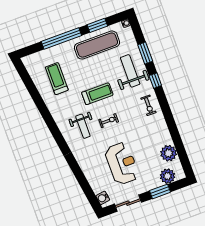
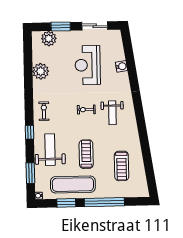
window: (145, 53) -> (30, 173), moved
weight bench: (130, 71) -> (50, 150), turned 180
treadmill: (97, 94) -> (86, 154), moved, turned 90
weight bench: (83, 126) -> (112, 113), turned 180
plant: (169, 153) -> (41, 71), moved
water cooler: (103, 198) -> (121, 66), moved

